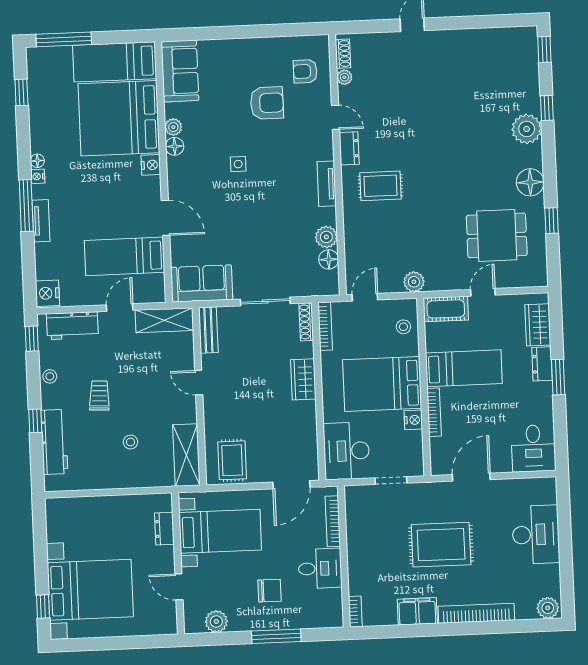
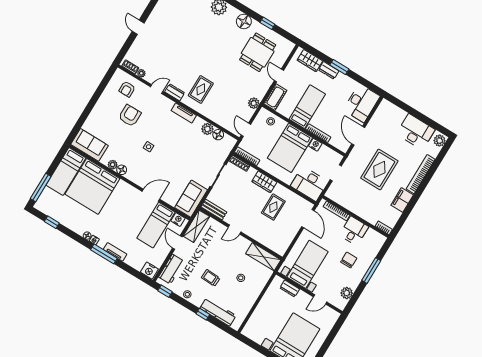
nightstand: (151, 165) -> (178, 220), moved
desk: (533, 448) -> (362, 103), width x1.37
rug: (232, 460) -> (273, 207), moved, turned 90
desk: (536, 535) -> (416, 132), moved

